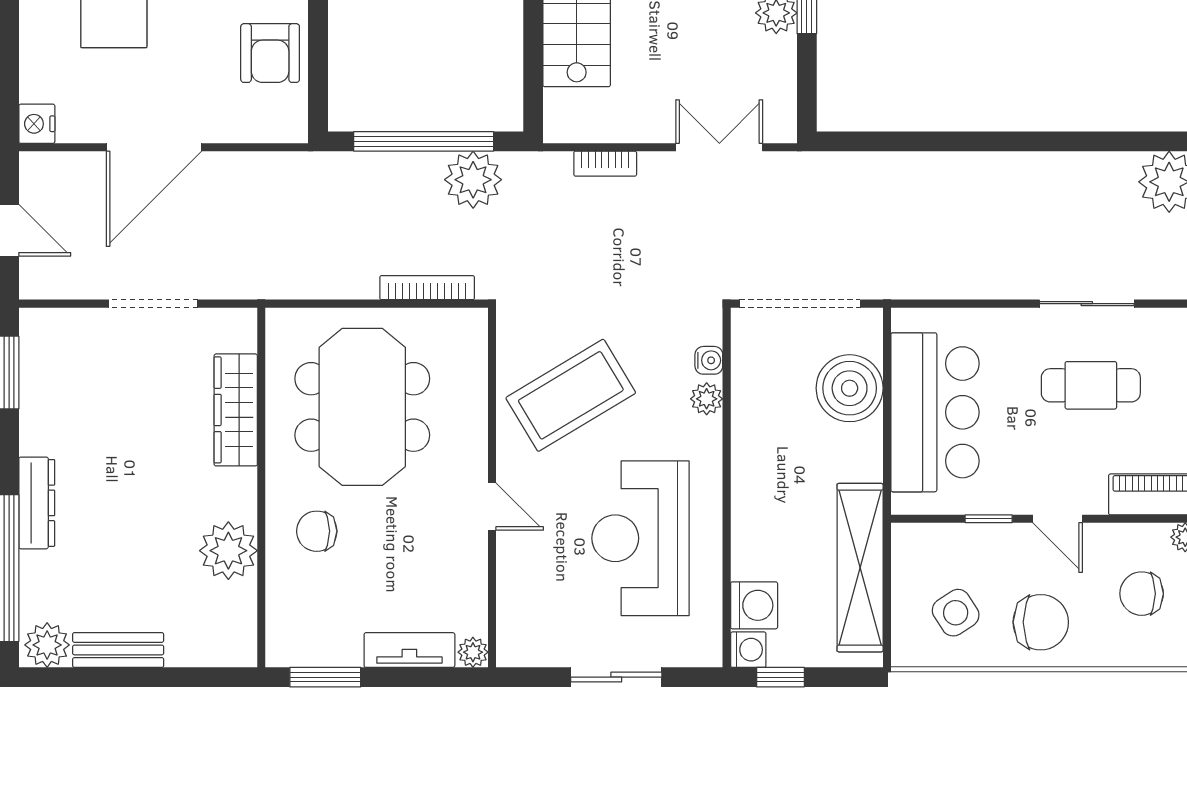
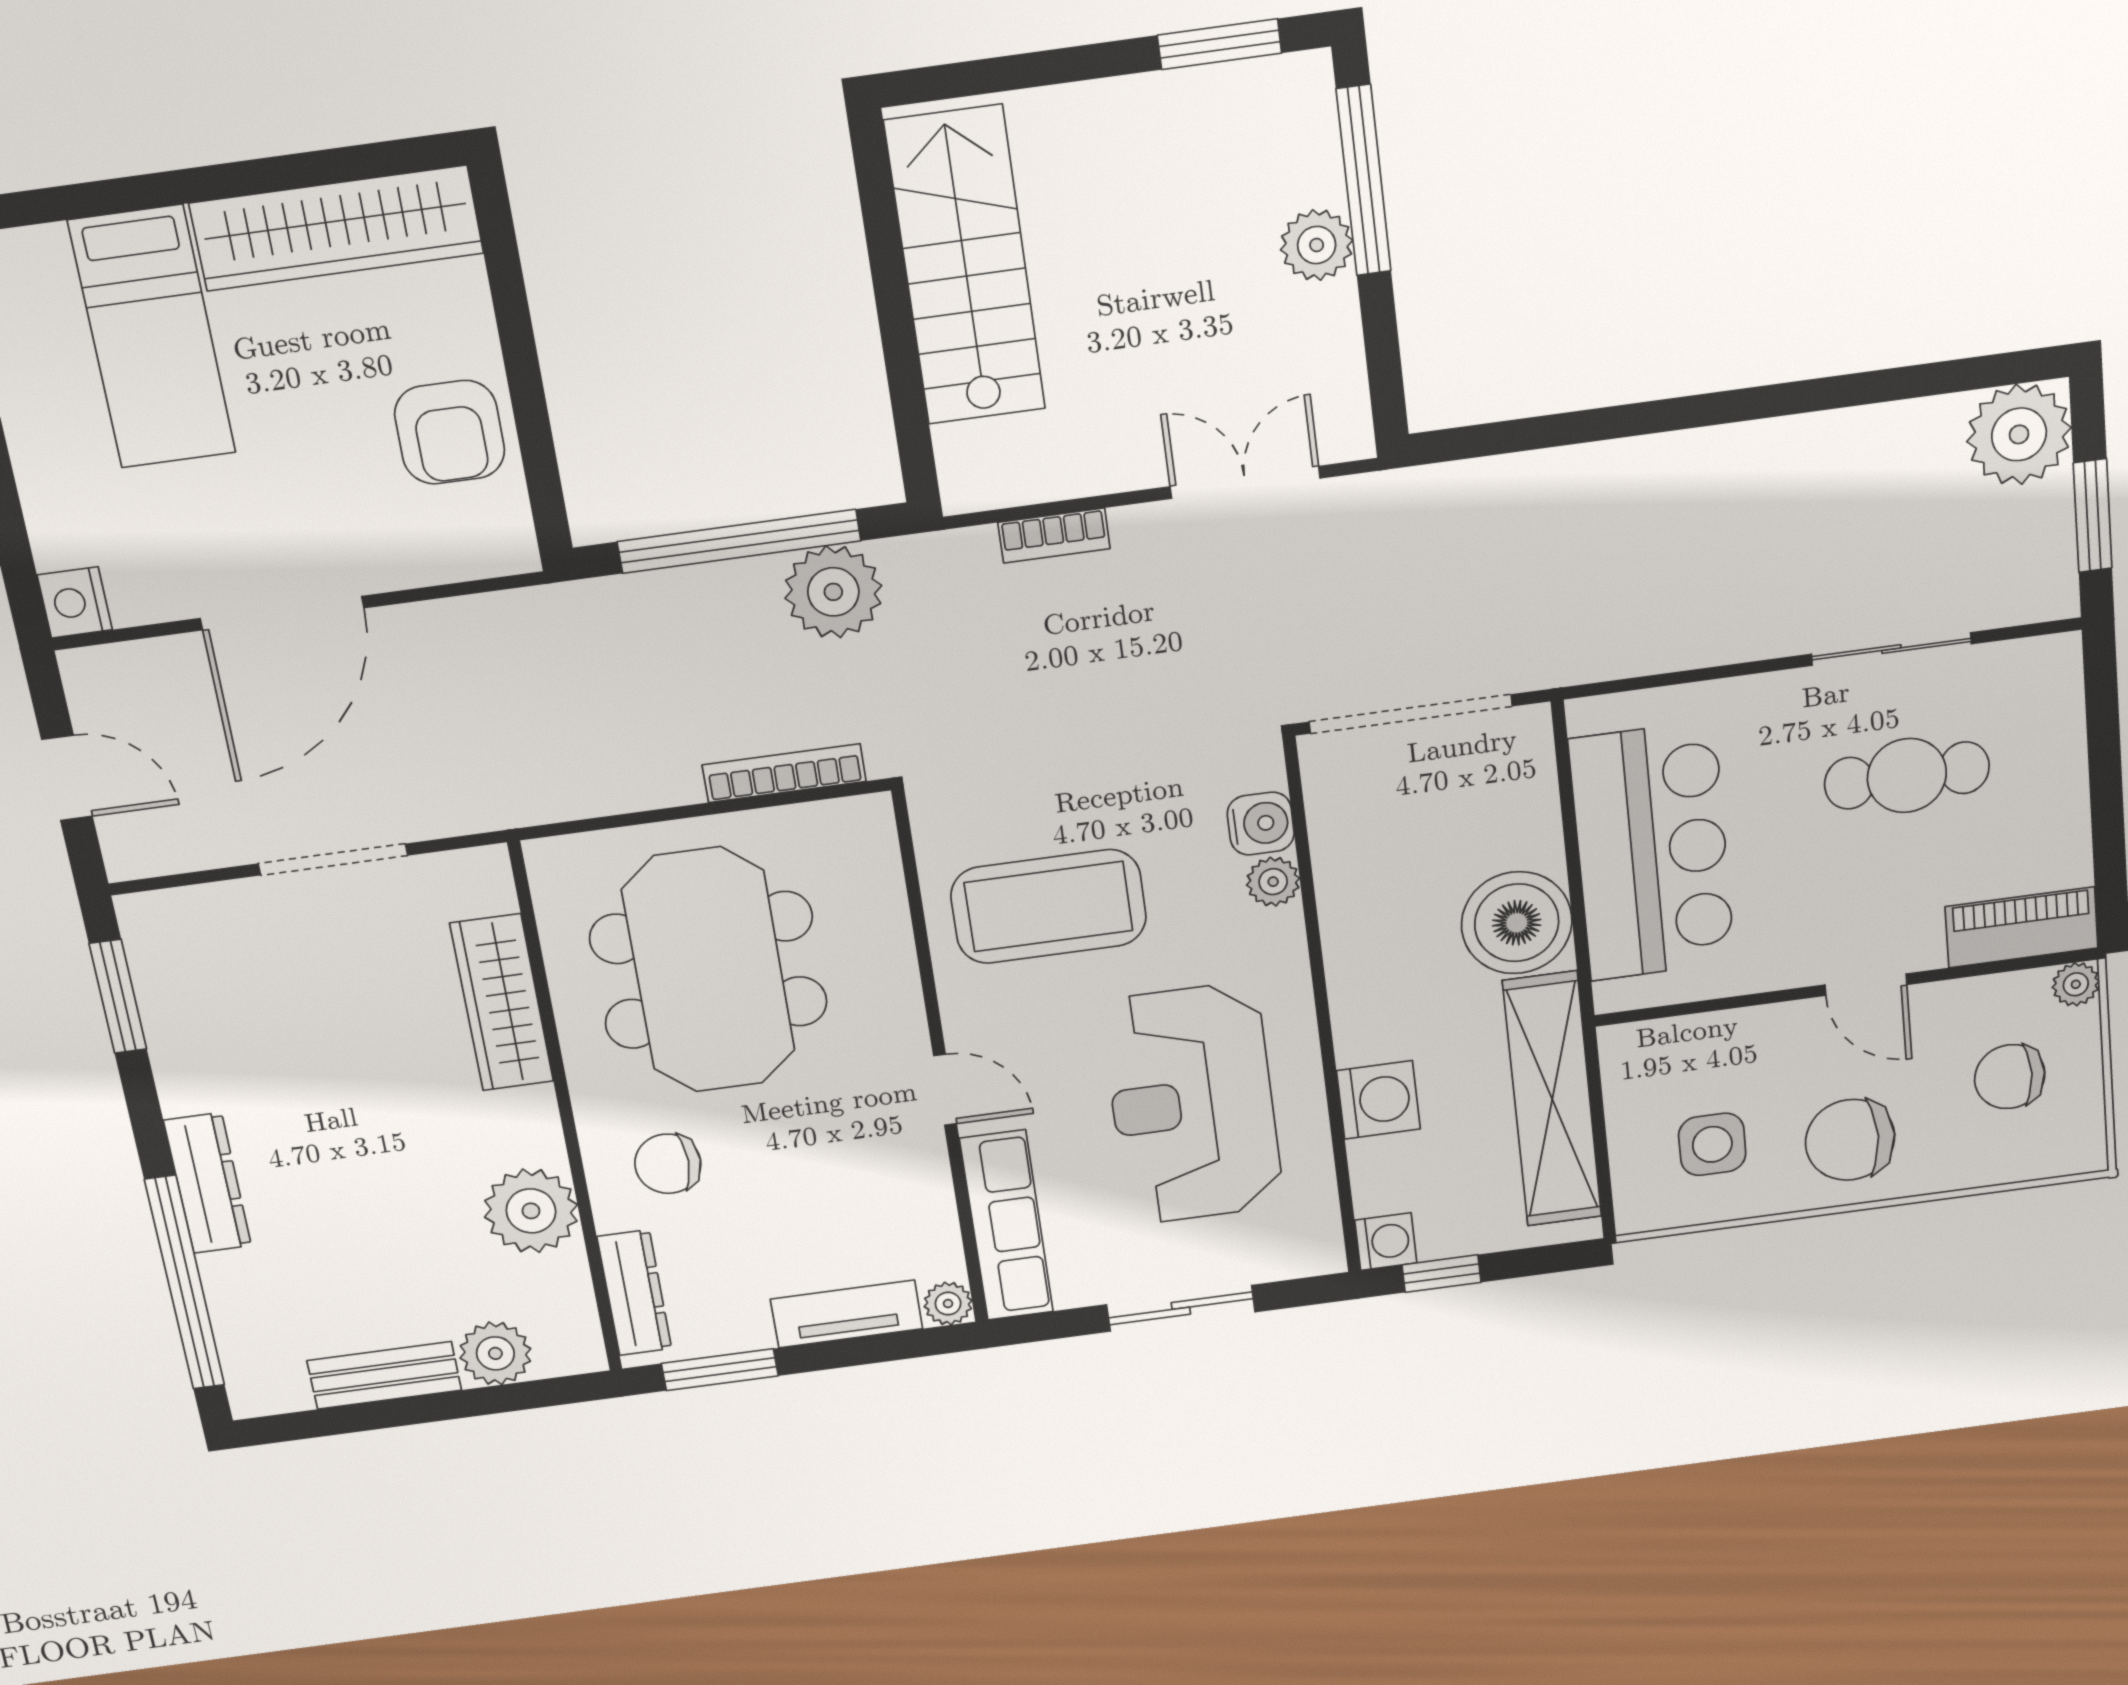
water cooler: (709, 360) -> (1261, 824), width x1.38, depth x1.38
boiler: (850, 388) -> (1517, 923), moved
coffee table: (571, 395) -> (1049, 907), turned 31
window: (989, 519) -> (1754, 1000), removed
row of seats: (516, 604) -> (1007, 1225), added
washing machine: (754, 605) -> (1378, 1100), moved
side table: (956, 613) -> (1712, 1144), turned 33
dresser: (282, 616) -> (634, 1293), added
chair: (1041, 622) -> (1850, 1140), turned 180
plant: (47, 645) -> (495, 1353), moved

